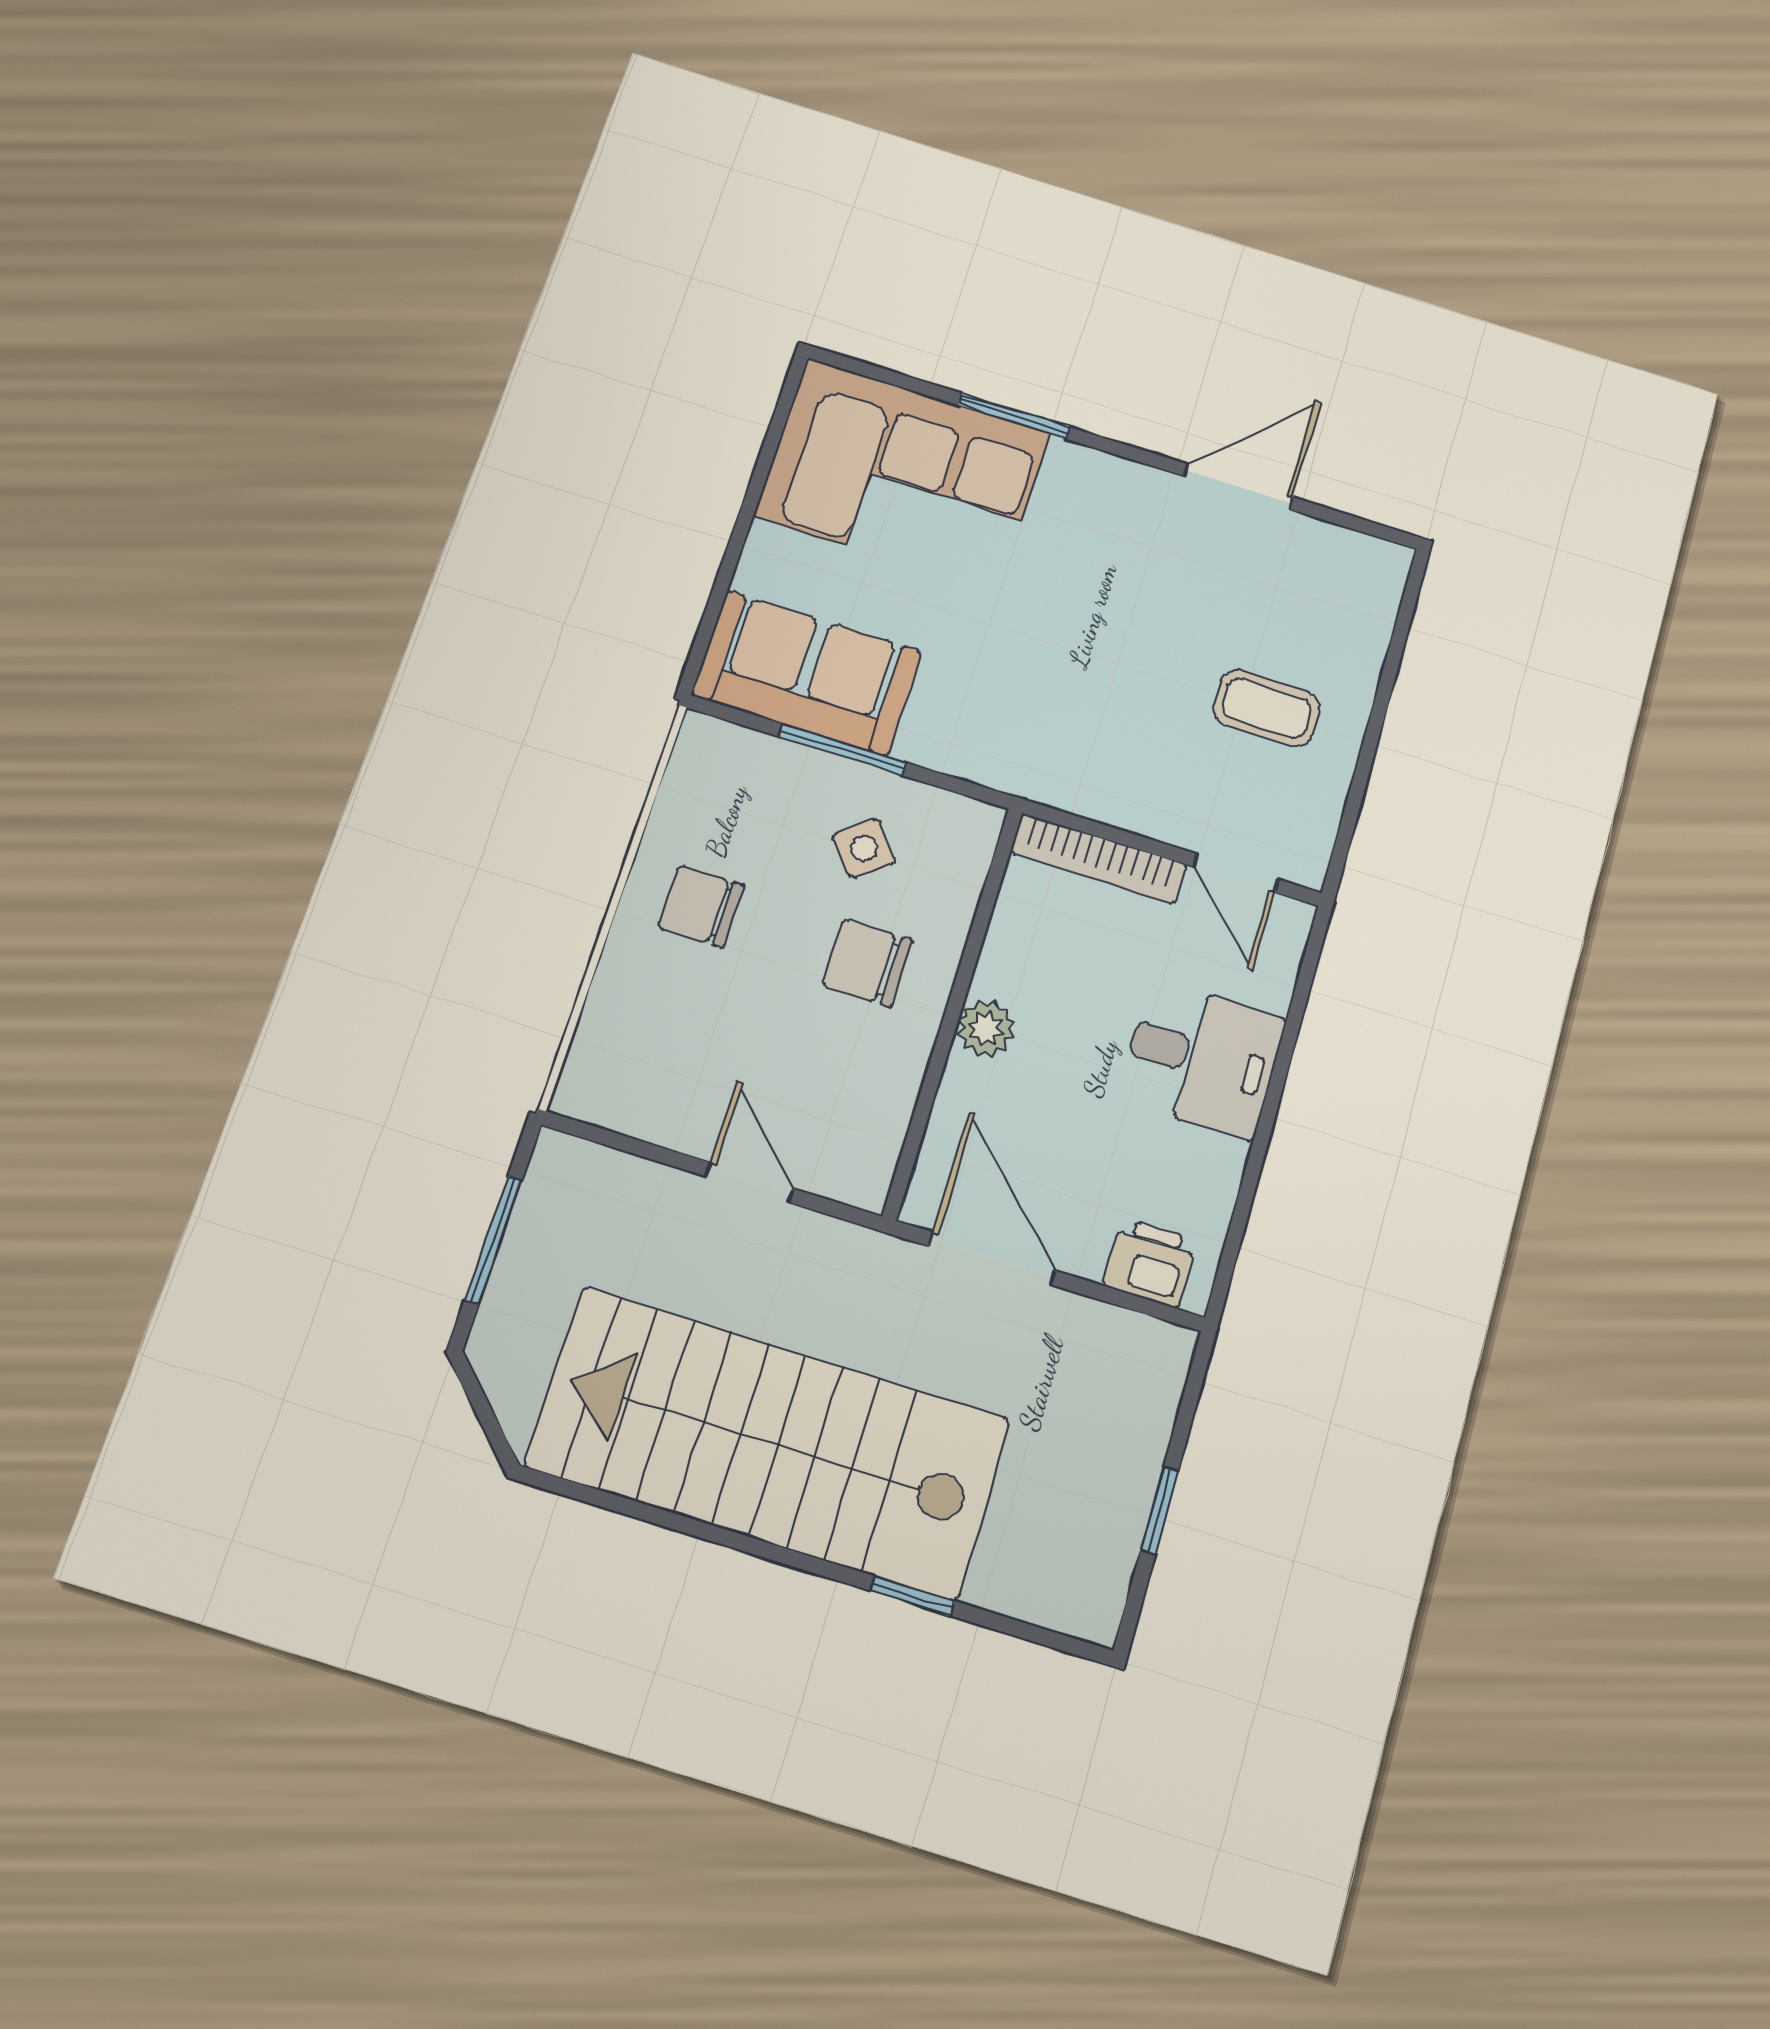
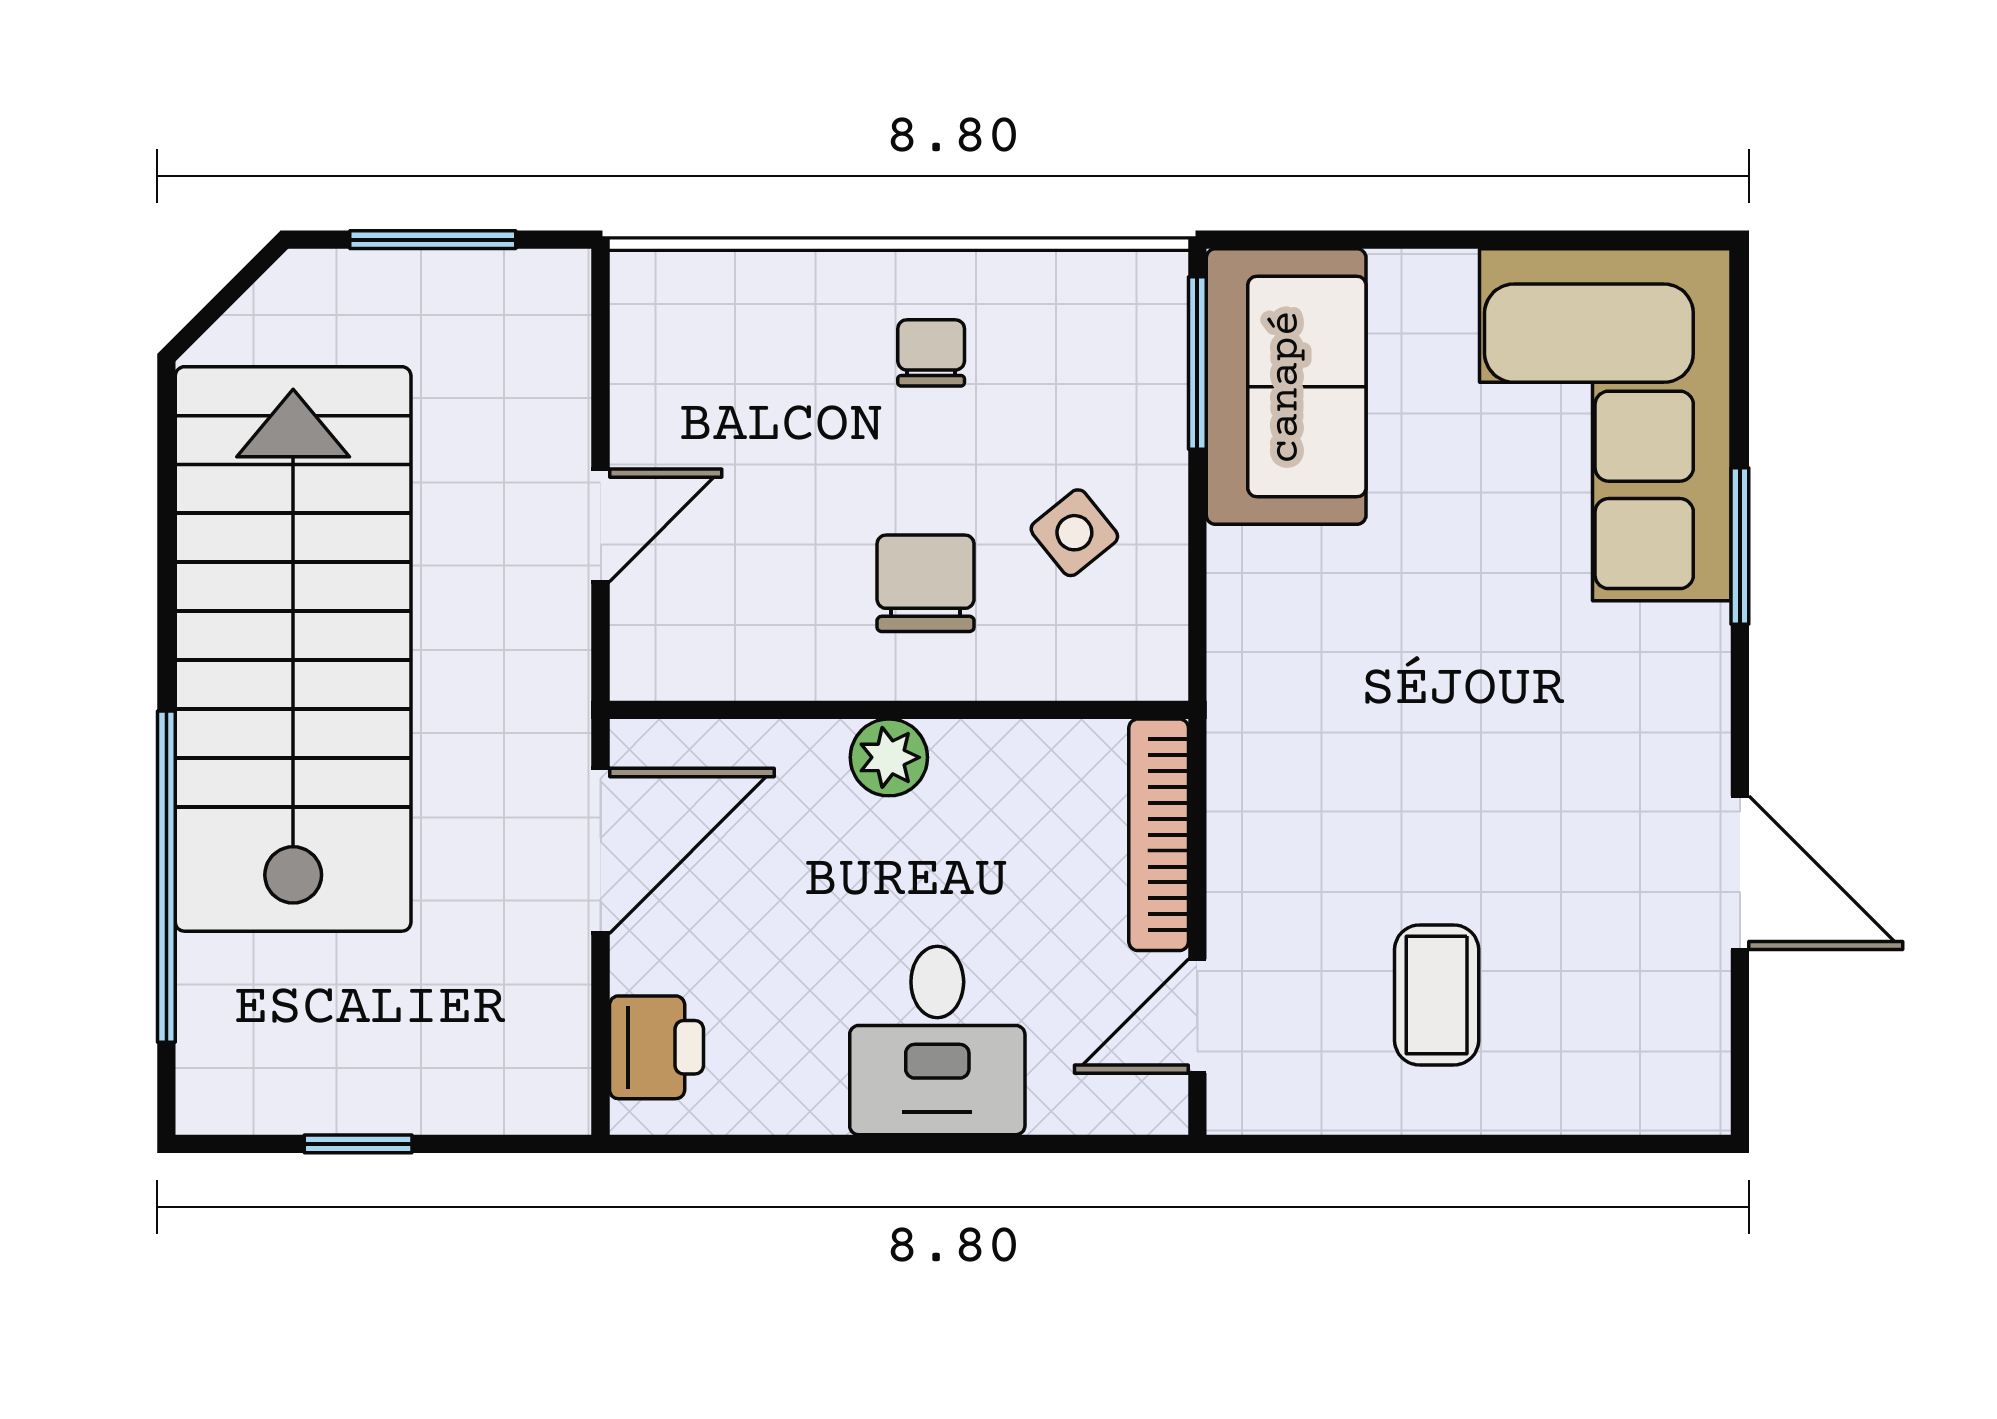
window: (842, 749) -> (1197, 363), moved
chair: (701, 906) -> (931, 353), width x0.73, depth x0.73
window: (913, 1596) -> (166, 877), width x3.17

